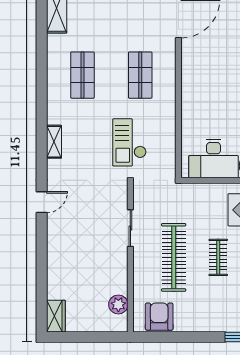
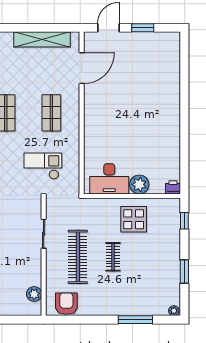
checkout: (129, 142) -> (43, 166), turned 90

